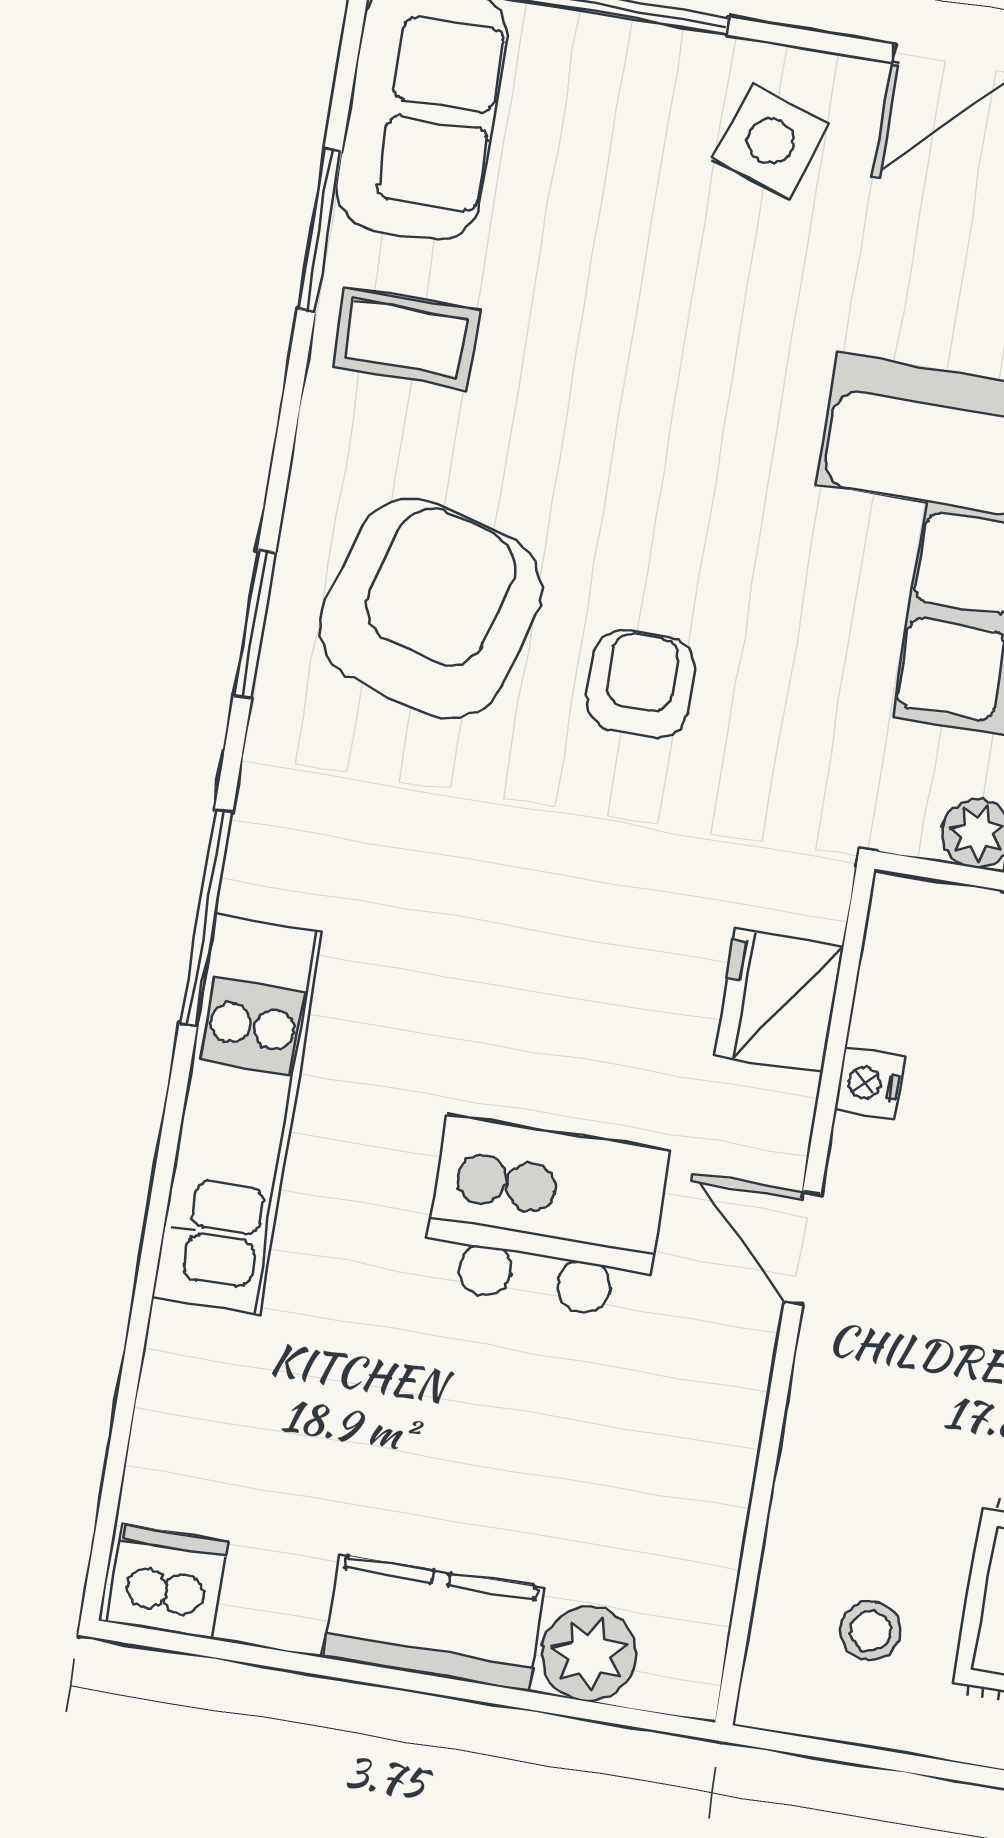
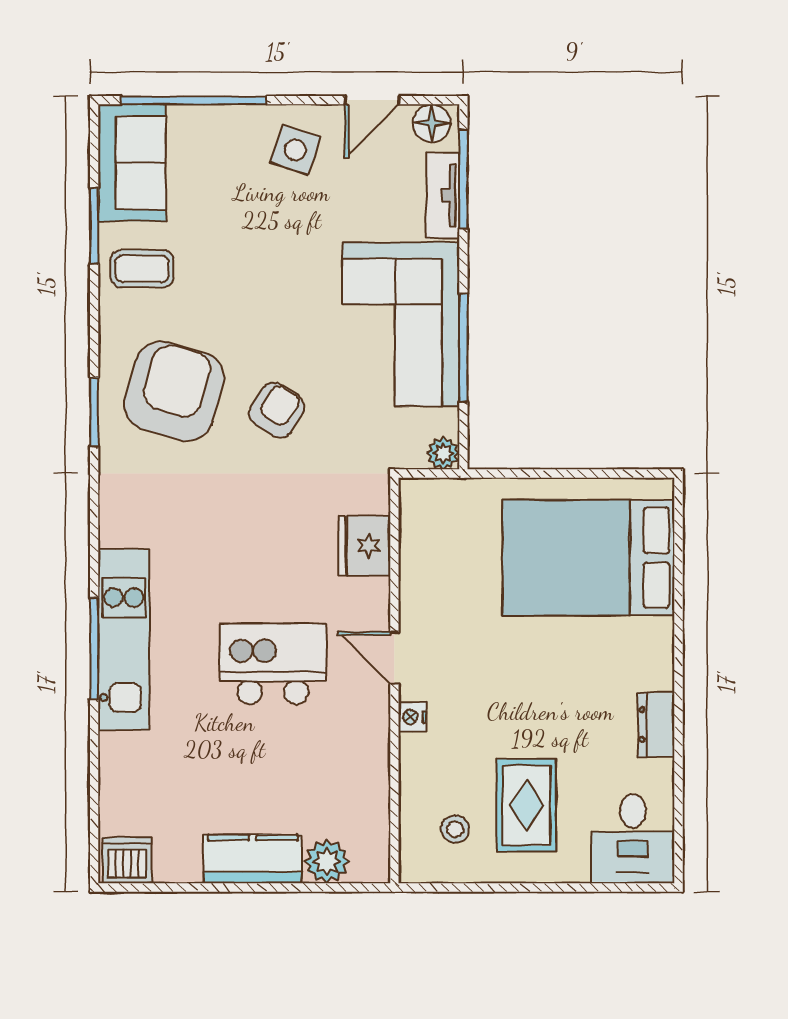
armchair: (641, 684) -> (277, 410), turned 33
window: (206, 918) -> (94, 648), moved
nightstand: (869, 1084) -> (412, 717), moved

